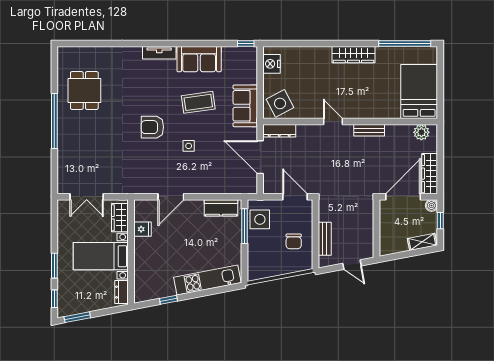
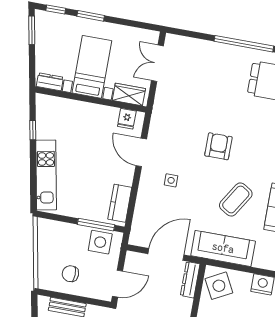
coffee table: (198, 102) -> (236, 200), turned 40
sofa: (245, 106) -> (223, 248), width x1.36
side table: (189, 146) -> (171, 180), moved
fridge: (142, 229) -> (127, 119), moved

